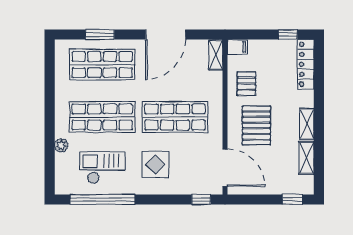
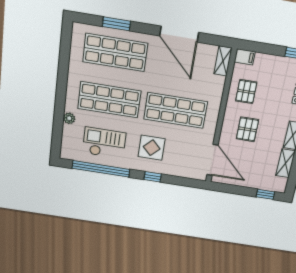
door: (166, 35) -> (179, 34), hinge flipped
pallet: (256, 125) -> (247, 129), width x0.67, depth x0.71
window: (201, 199) -> (153, 177), moved

